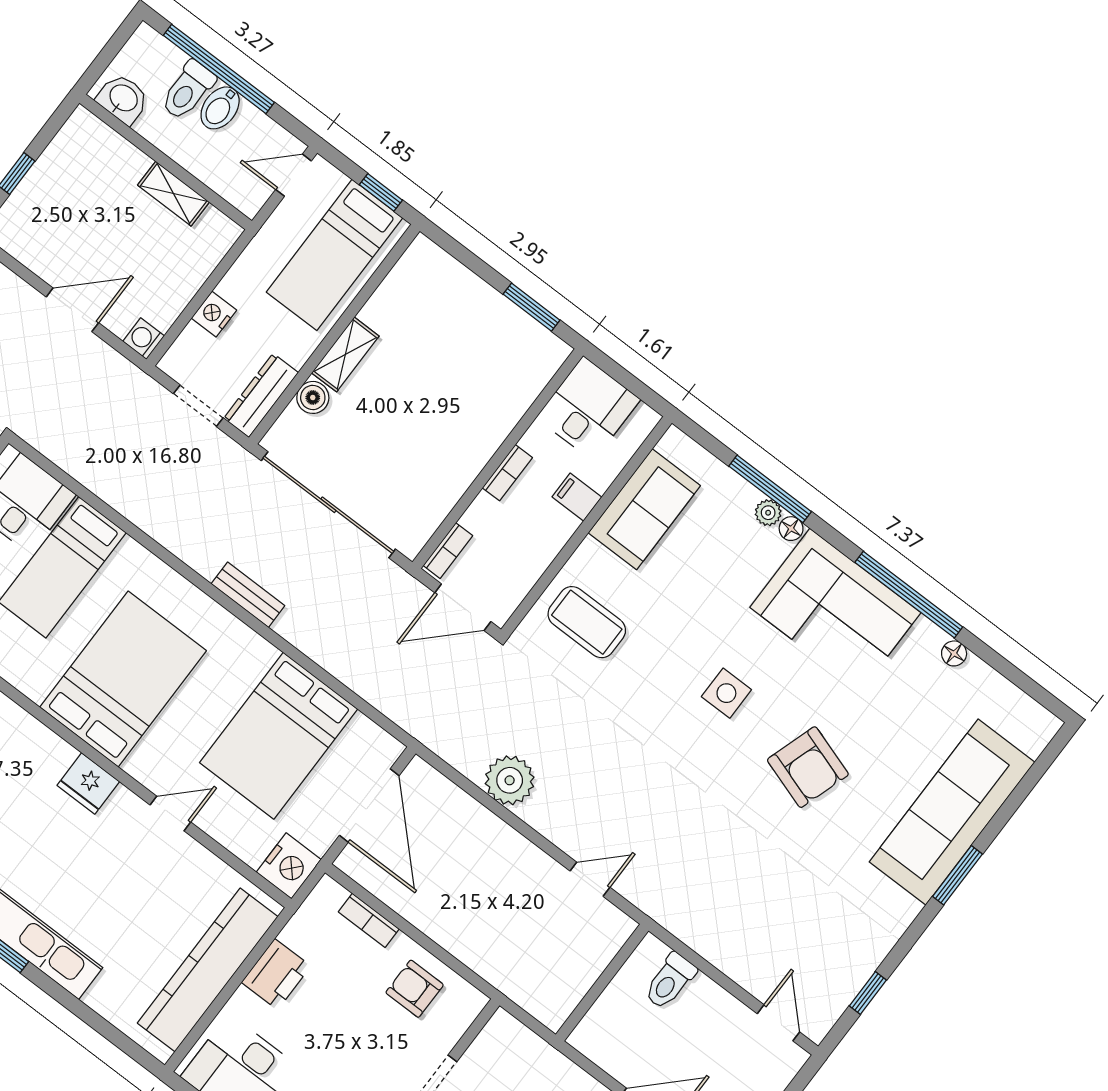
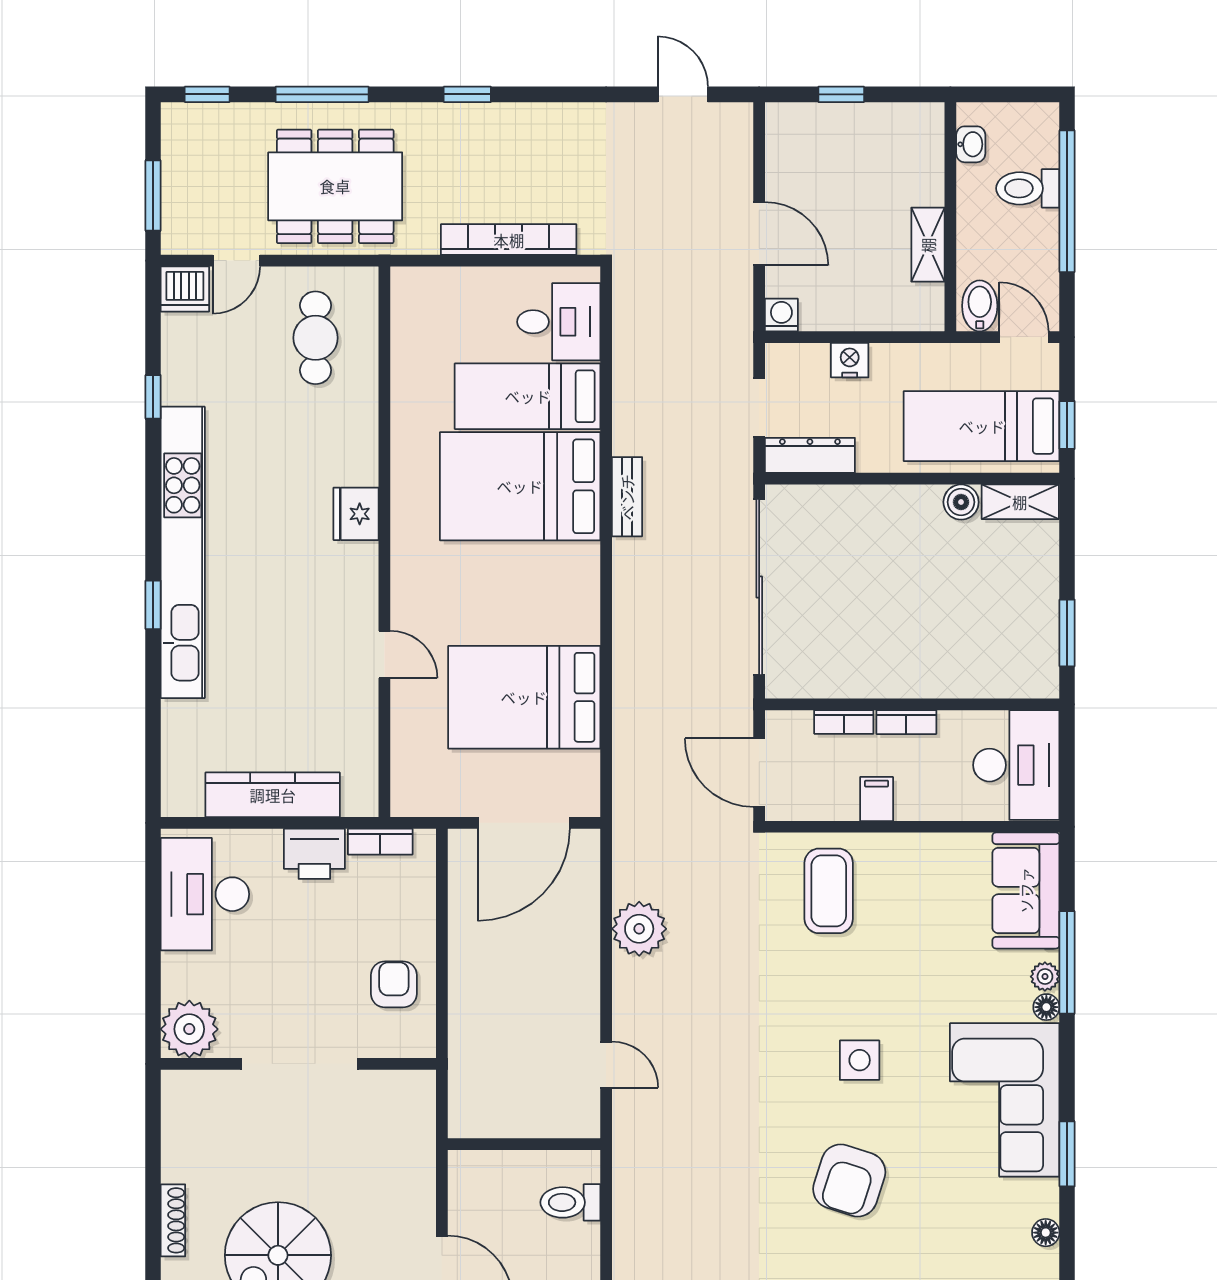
washbasin: (123, 99) -> (971, 144), width x0.72, depth x0.69
bidet: (220, 108) -> (980, 306), moved, turned 90
shelving: (345, 354) -> (1020, 502), moved
boiler: (313, 397) -> (961, 502), moved
desk: (588, 409) -> (1016, 765), width x1.37
filing cabinet: (577, 497) -> (877, 799), moved
sofa: (644, 509) -> (1026, 890), moved, turned 90
bookcase: (448, 551) -> (844, 722), moved
bench: (248, 595) -> (627, 497), moved
window: (909, 595) -> (1067, 1154), width x0.47
bed: (123, 679) -> (520, 486), moved, turned 180
fridge: (88, 783) -> (356, 514), moved
nightstand: (289, 866) -> (417, 793), removed
bookcase: (369, 920) -> (380, 842), moved, turned -90
kitchen counter: (208, 970) -> (273, 795), width x0.72, depth x0.86

